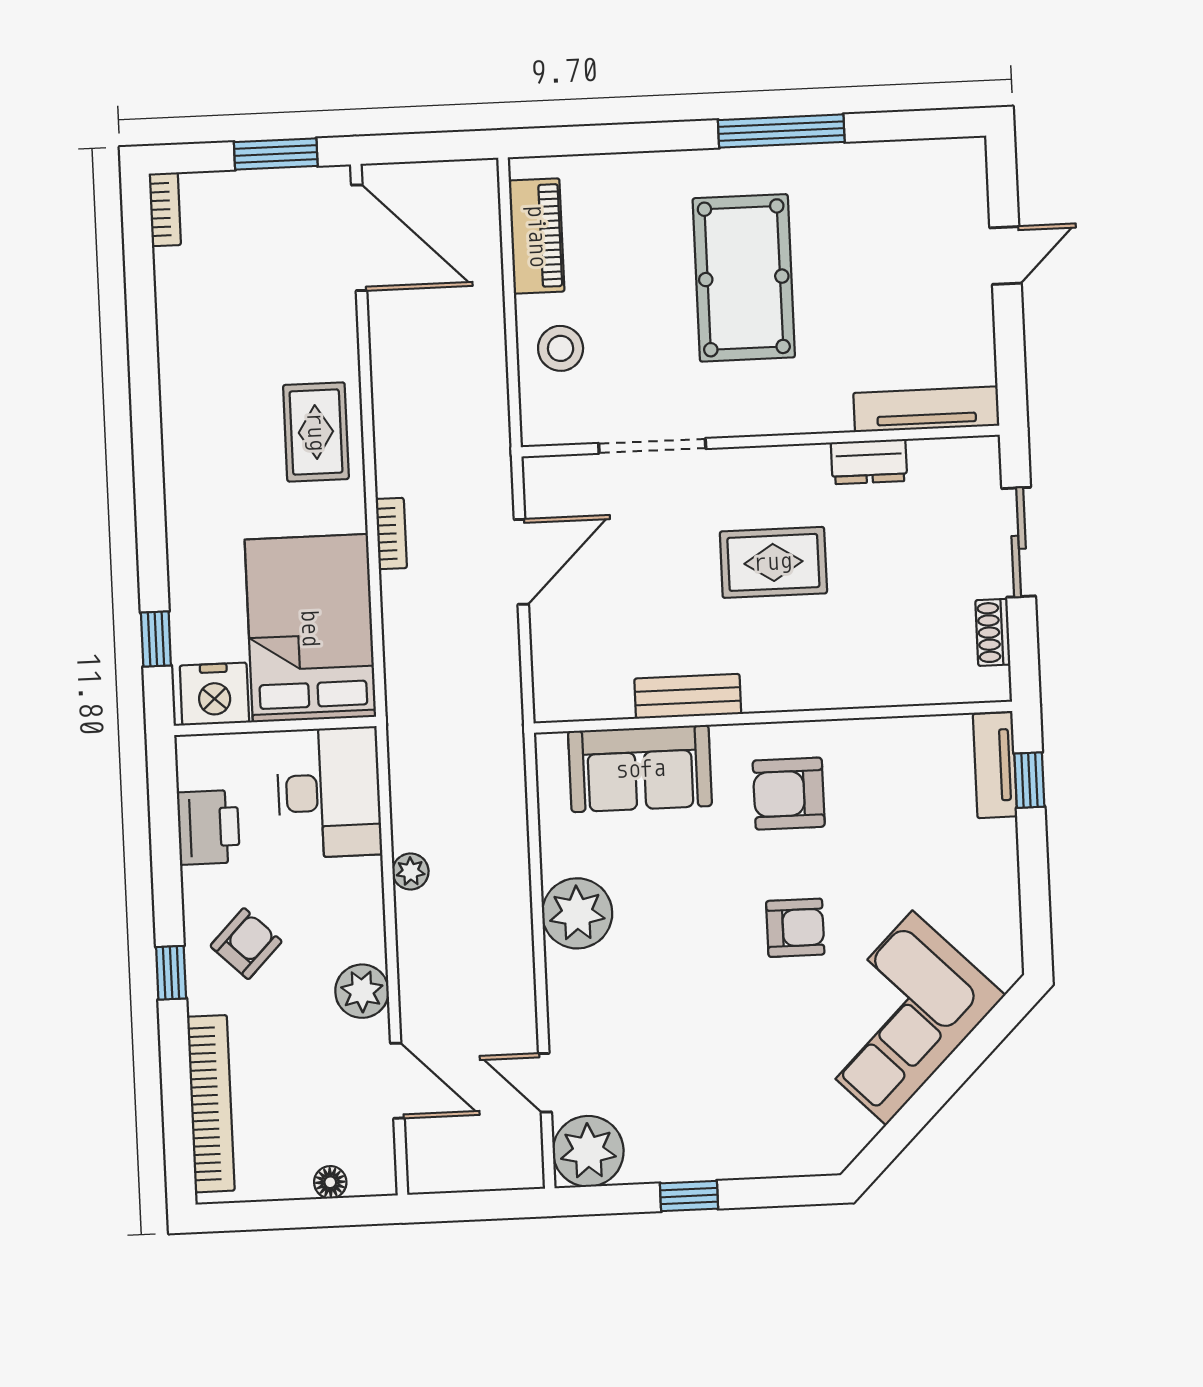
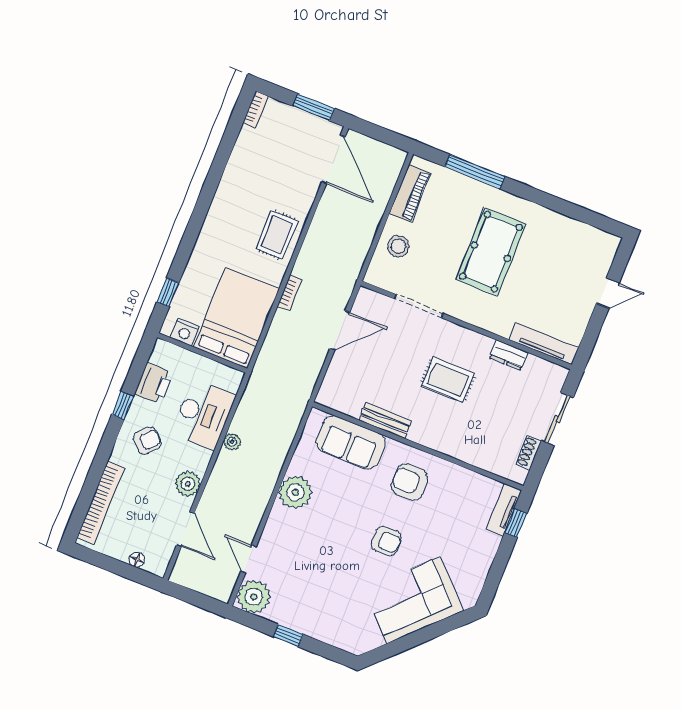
window: (781, 131) -> (475, 172), moved
nightstand: (214, 694) -> (185, 332), width x0.74, depth x0.75
desk: (329, 792) -> (203, 414), moved
window: (171, 973) -> (123, 406), moved

